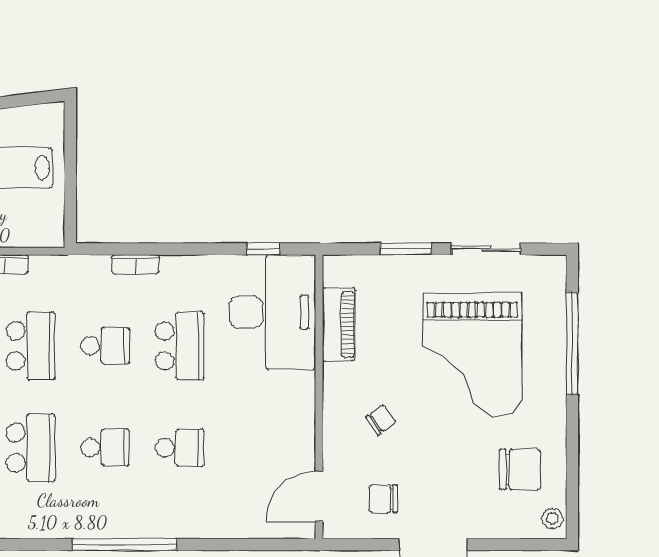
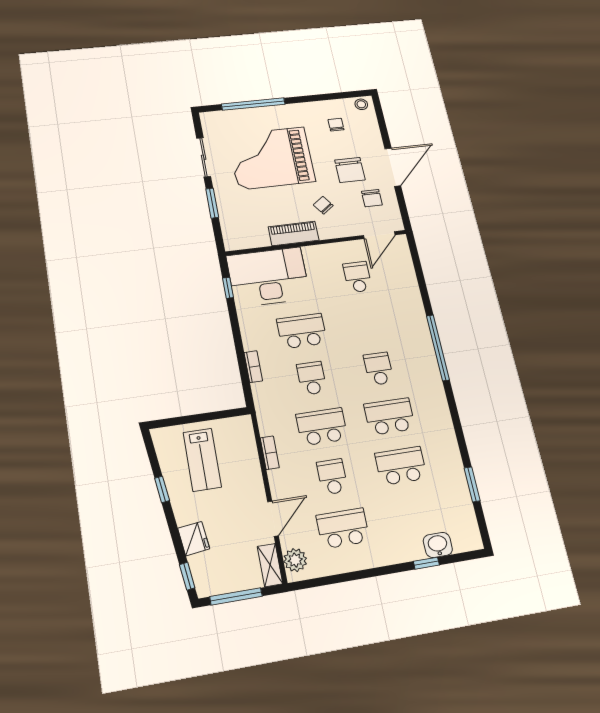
piano: (339, 324) -> (294, 233), moved
grand piano: (472, 354) -> (271, 158), turned 180
school desk: (180, 448) -> (358, 277), moved
chair: (520, 469) -> (336, 125), width x0.54, depth x0.54
chair: (437, 475) -> (350, 170), added
door: (319, 497) -> (379, 235), hinge flipped

